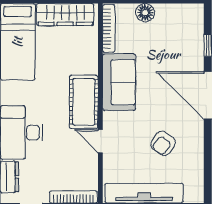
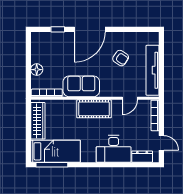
door: (100, 141) -> (130, 98), moved

